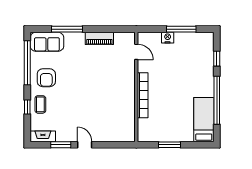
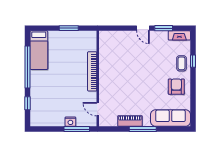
window: (67, 29) -> (143, 129), moved
window: (181, 29) -> (77, 129), moved
sofa: (47, 42) -> (171, 118), width x1.36
window: (27, 63) -> (193, 100), removed

